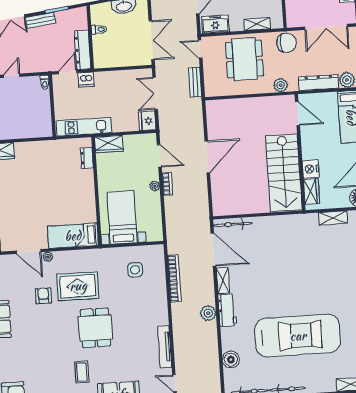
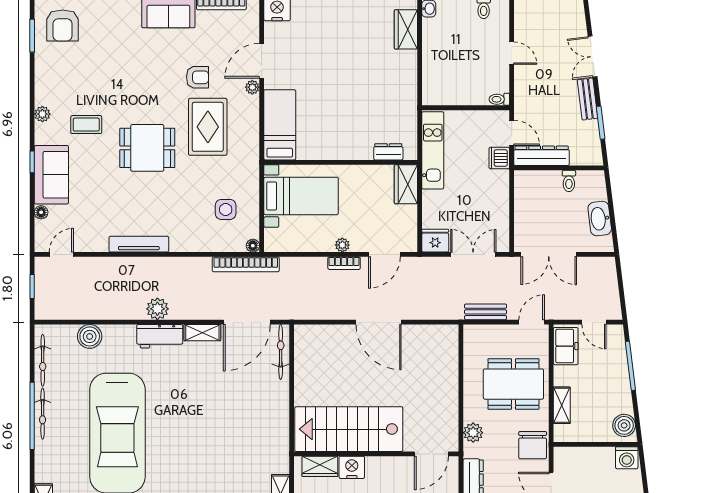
floor lamp: (159, 249) -> (253, 246), added
bookcase: (174, 278) -> (246, 264), moved
tv unit: (165, 347) -> (139, 244), moved

